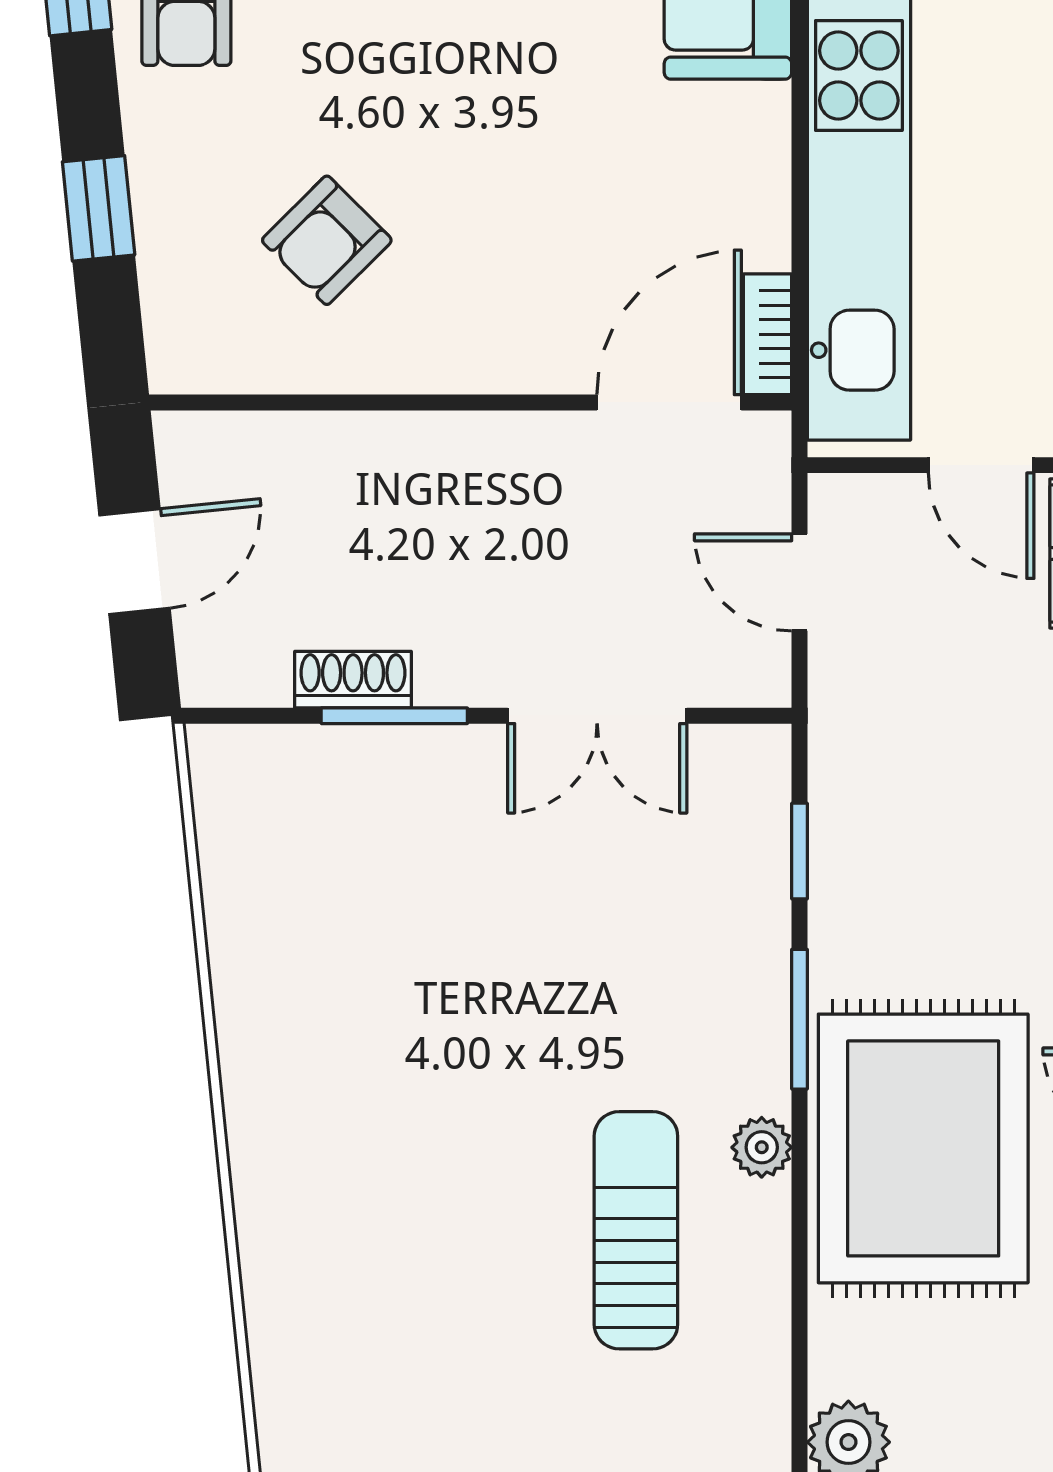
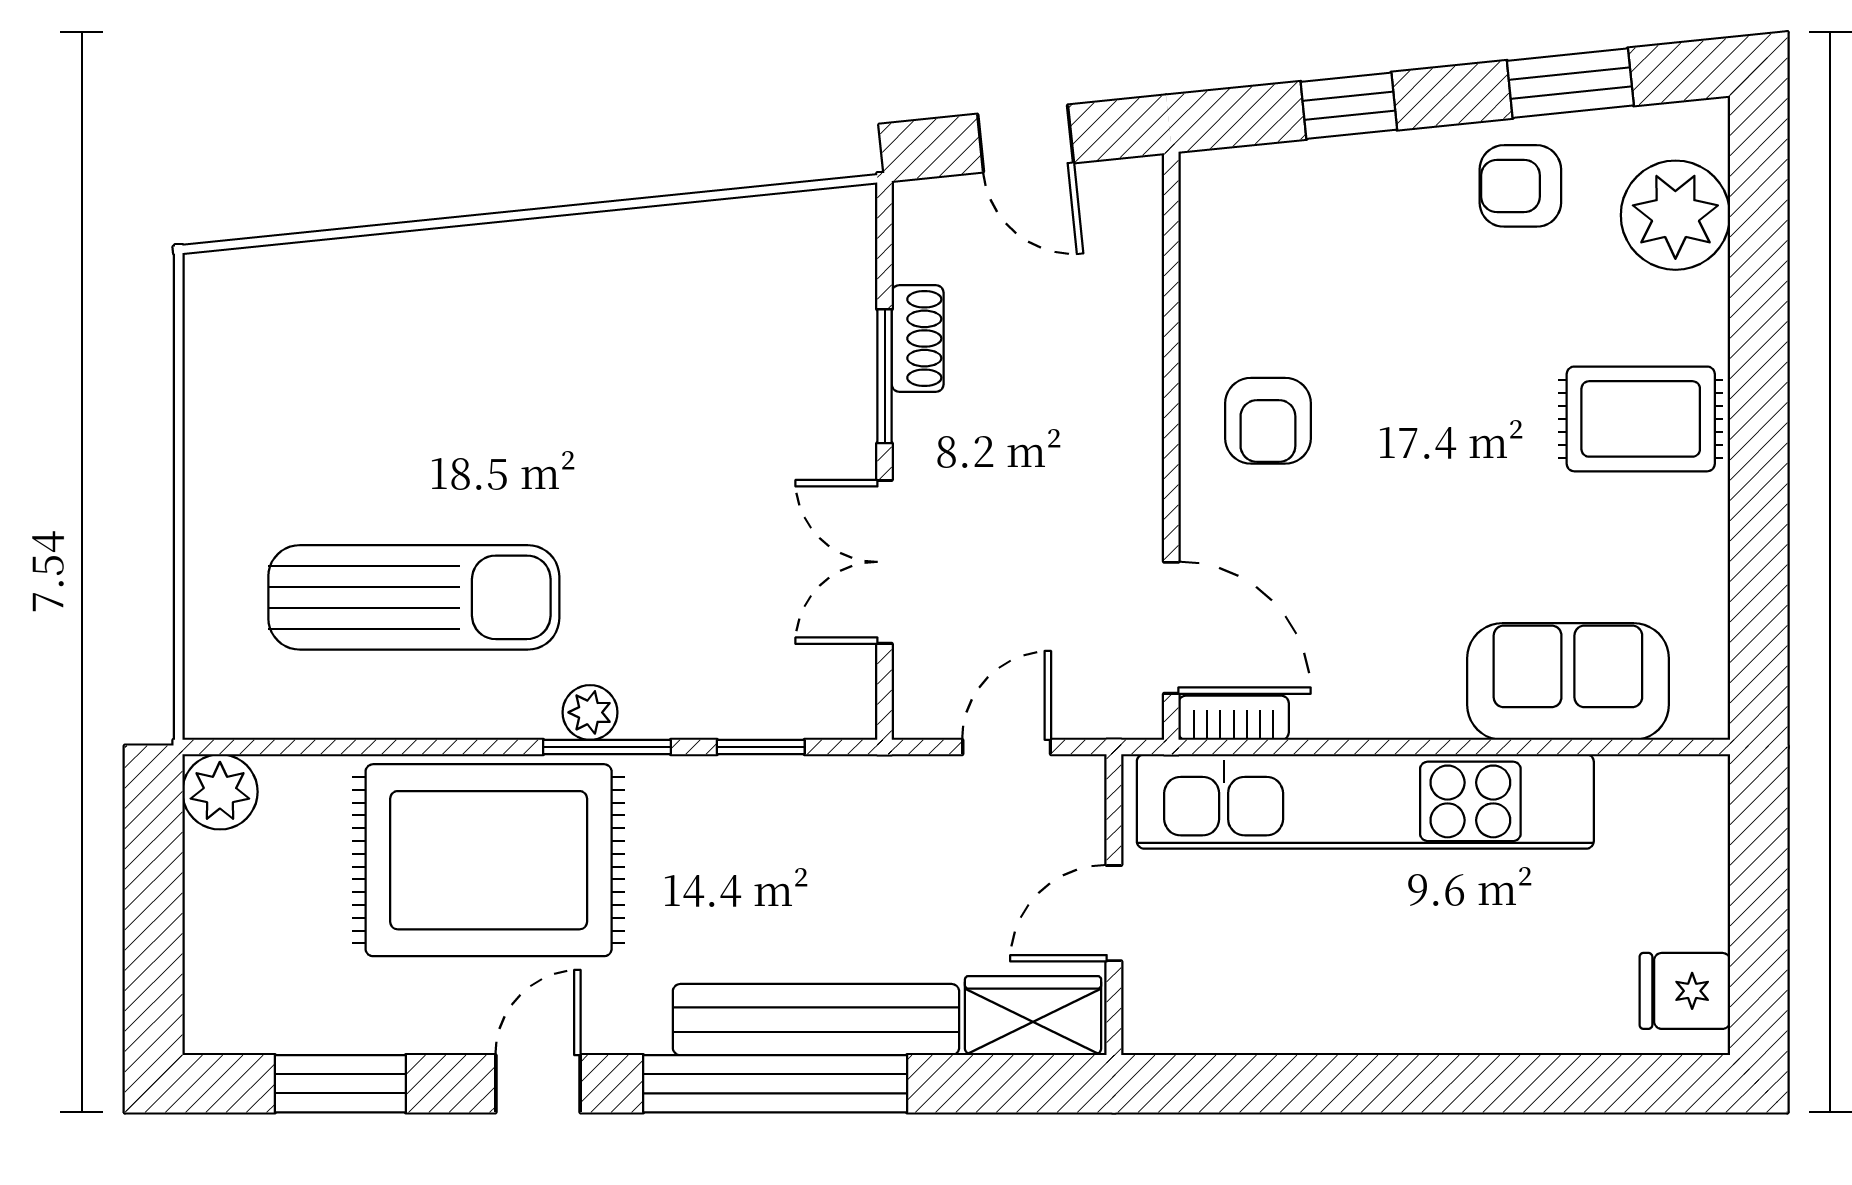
armchair: (327, 240) -> (1268, 421), moved, turned -135
plant: (762, 1147) -> (590, 712), moved
sun lounger: (636, 1230) -> (414, 597), width x1.36, depth x1.34

